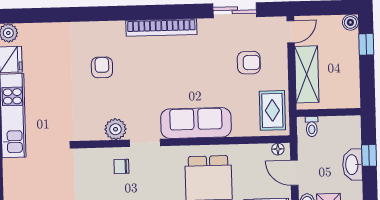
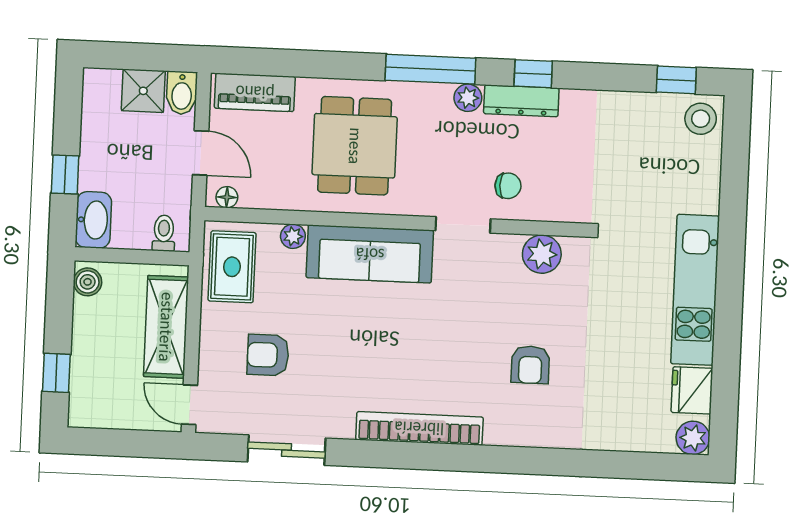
boiler: (350, 22) -> (88, 282), moved
door: (291, 32) -> (190, 405), hinge flipped
plant: (115, 129) -> (542, 254), moved
plant: (239, 130) -> (293, 236), added
washbasin: (352, 165) -> (93, 220), moved

